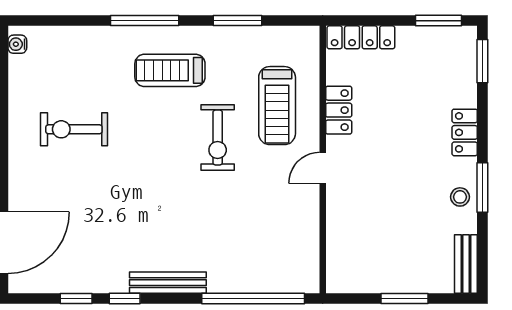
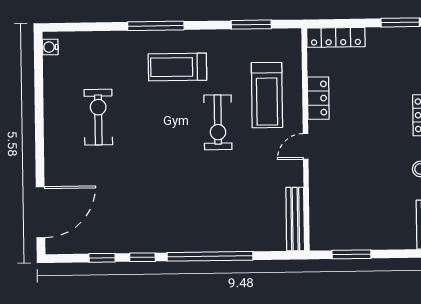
window: (237, 21) -> (251, 25), moved
exercise bike: (74, 129) -> (98, 117), turned 90
bench: (168, 283) -> (295, 219), moved, turned 90
window: (253, 298) -> (210, 256), moved
window: (404, 298) -> (351, 254), moved

